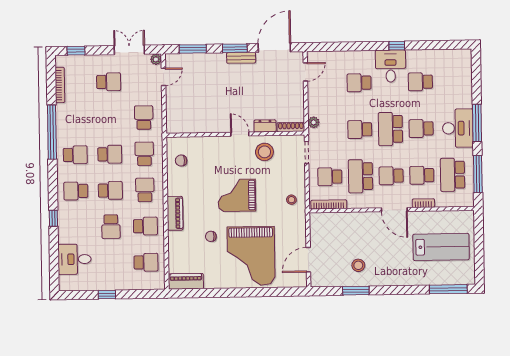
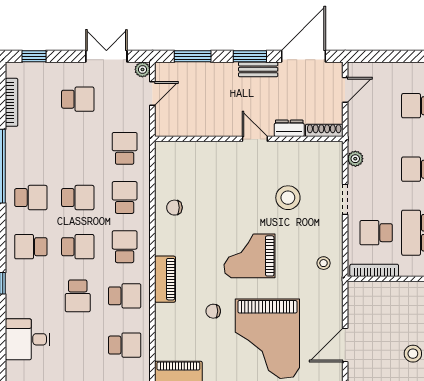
dresser: (265, 126) -> (289, 128), moved
shoe rack: (291, 127) -> (324, 130), moved
wall: (235, 134) -> (249, 139), moved
door: (240, 134) -> (255, 139), moved

